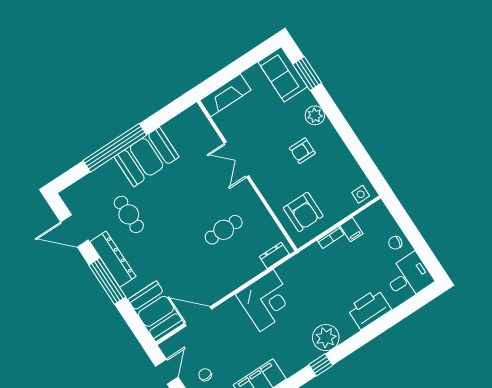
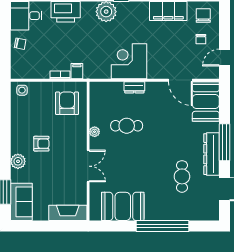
booth: (147, 157) -> (123, 206), moved
plant: (254, 201) -> (95, 132), added
filing cabinet: (351, 230) -> (77, 71), moved
dresser: (274, 255) -> (134, 87), moved

